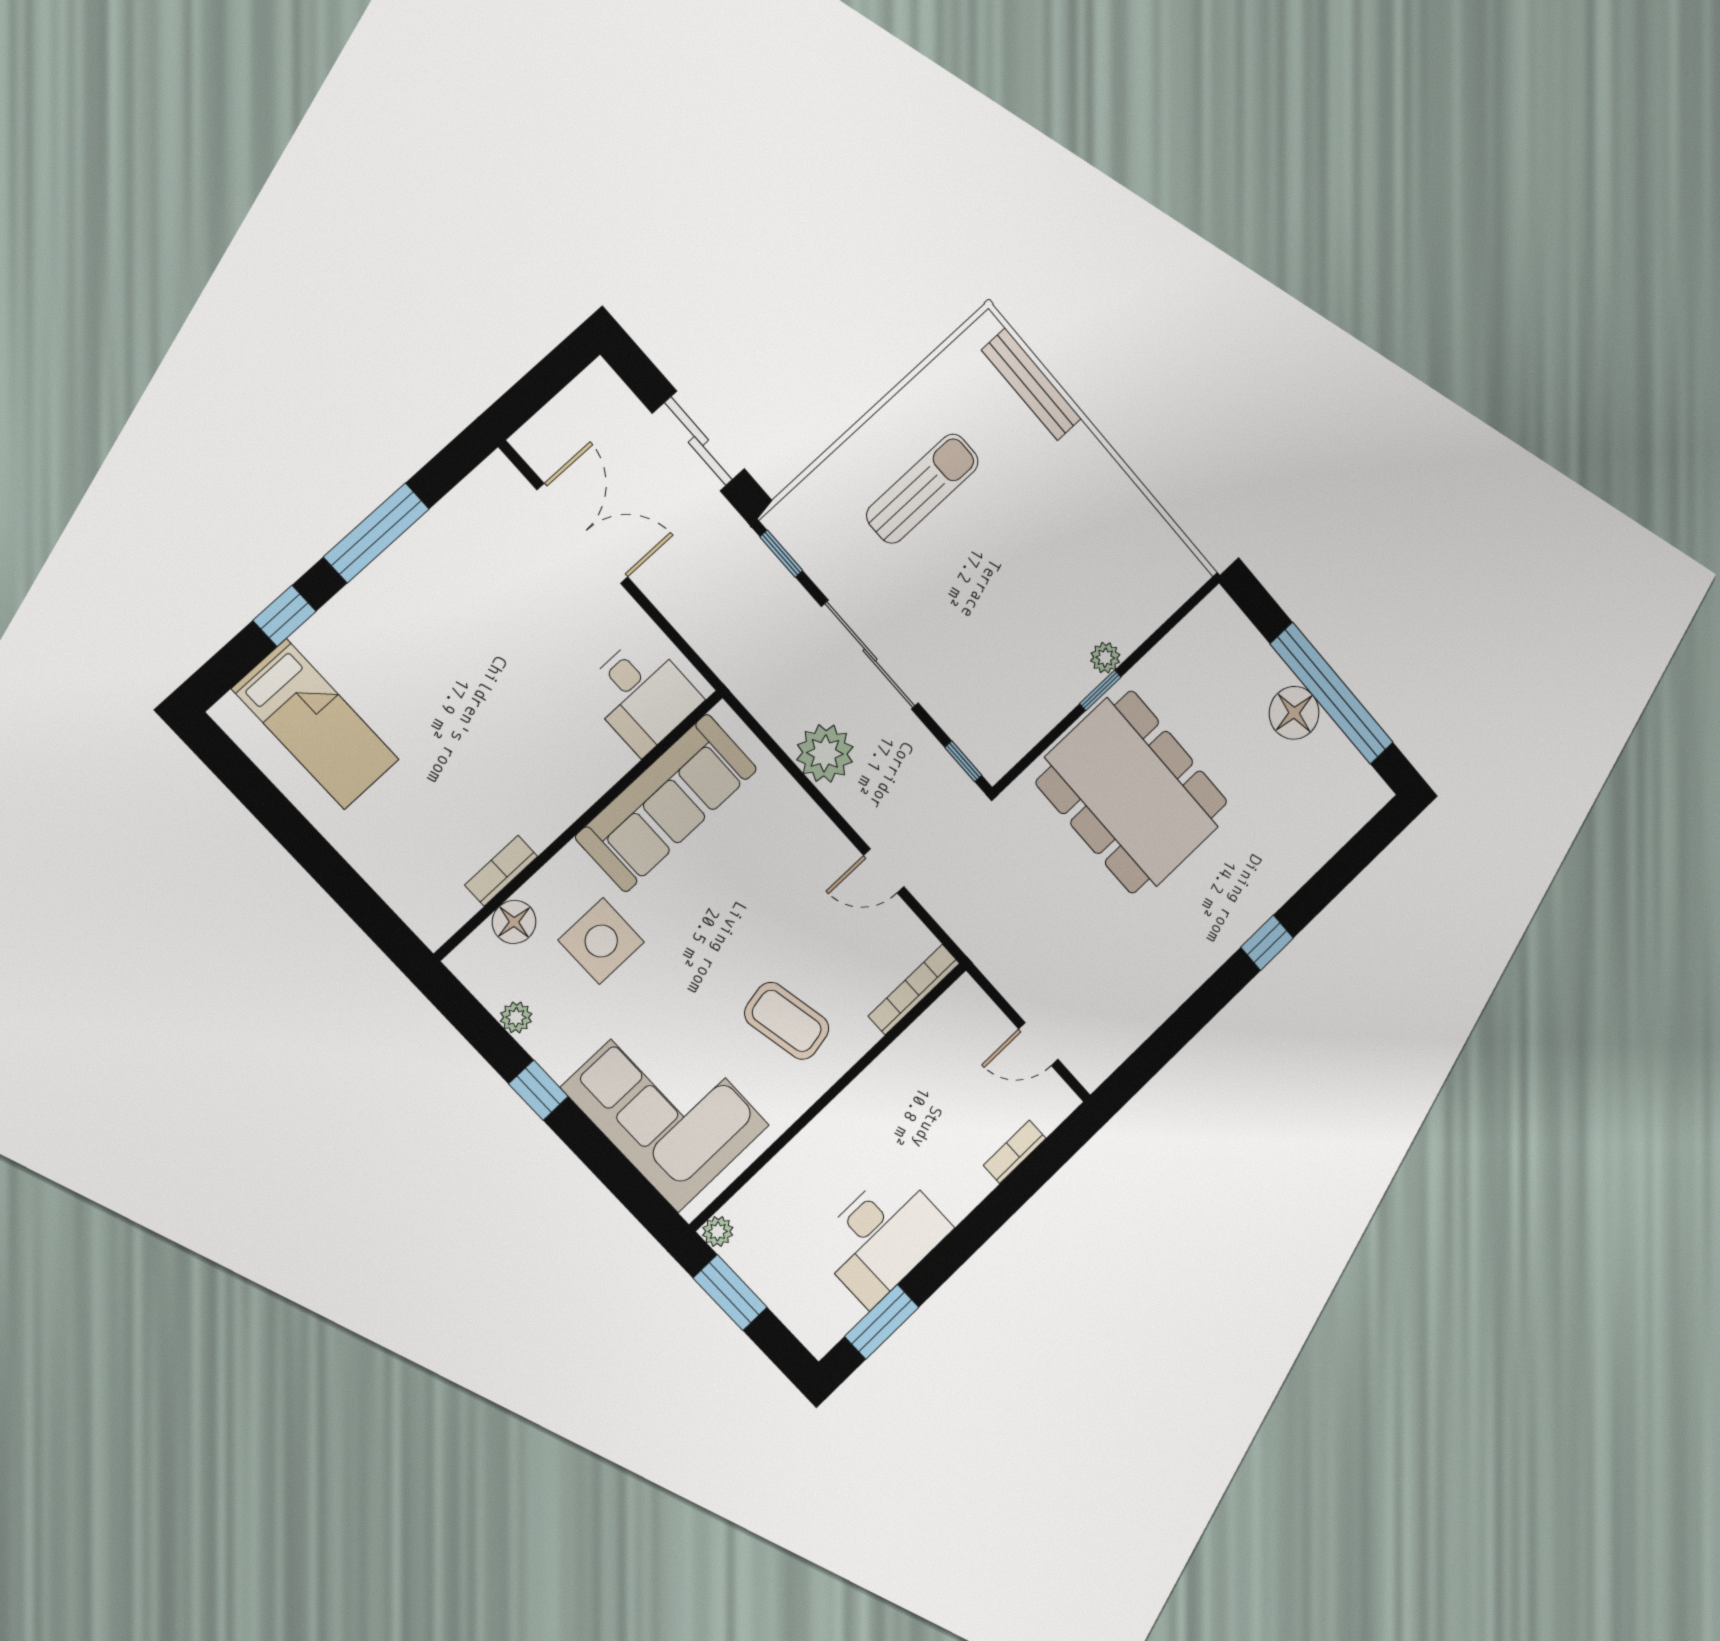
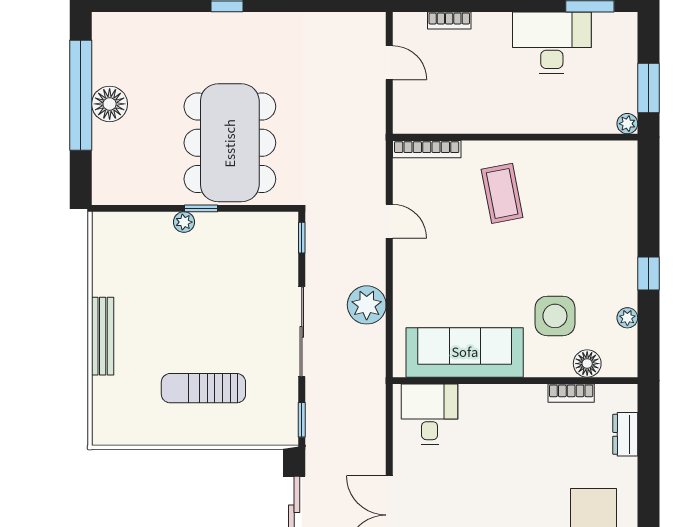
bench: (1031, 384) -> (103, 336), moved
dresser: (393, 882) -> (625, 434), added
corner sofa: (665, 1106) -> (597, 208), removed

